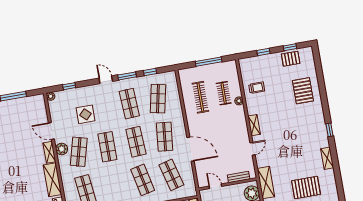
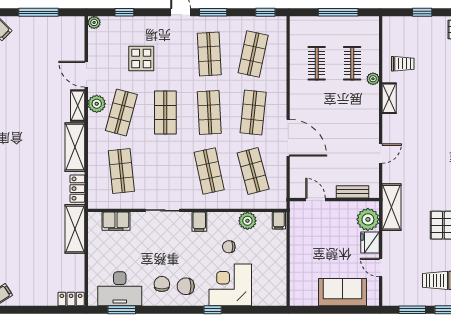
window: (150, 72) -> (265, 12), moved
clothes rail: (200, 97) -> (317, 63), width x0.73
shelving: (254, 125) -> (389, 98), moved

